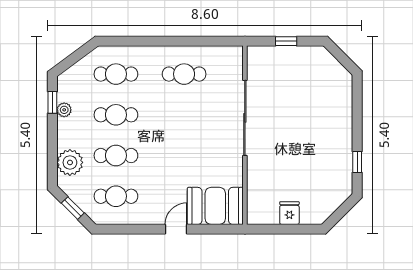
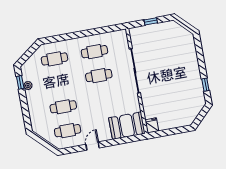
cafe table: (116, 115) -> (99, 76), moved
plant: (70, 162) -> (37, 116), removed
window: (73, 208) -> (44, 142), removed
fridge: (289, 213) -> (152, 125), moved
door: (176, 229) -> (93, 146), moved

